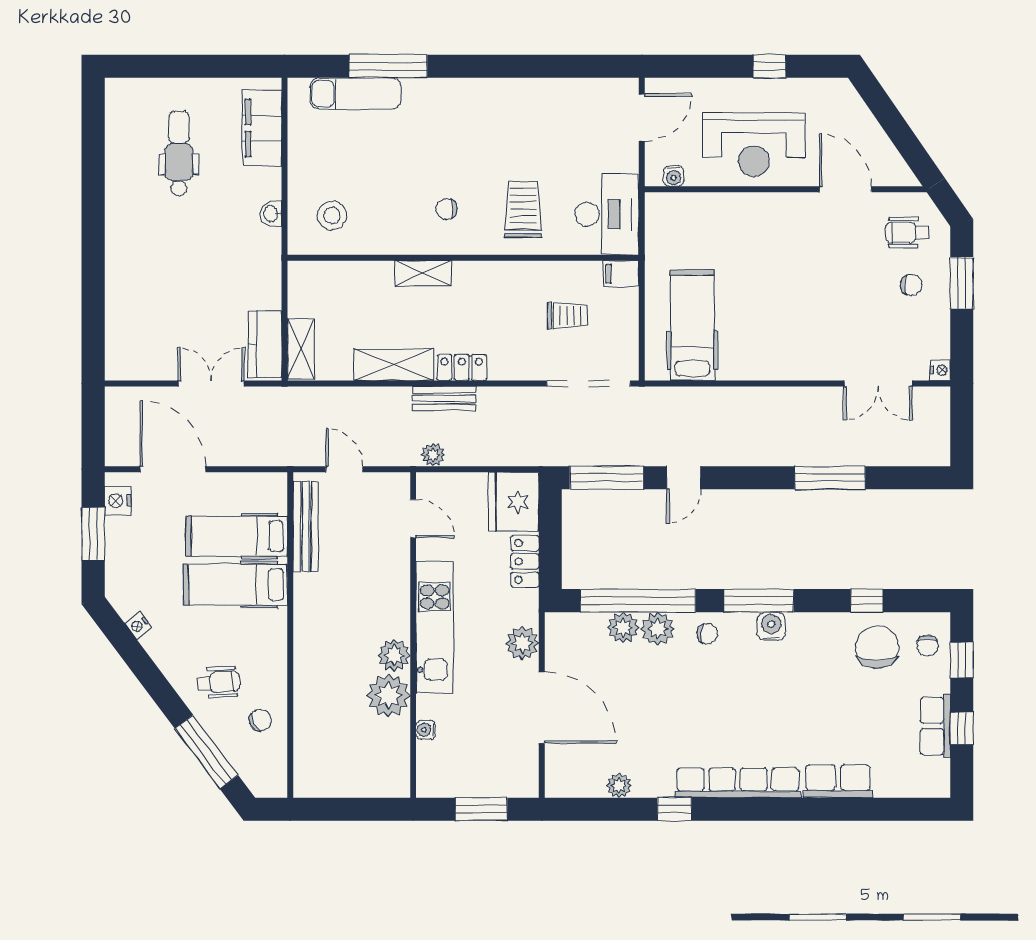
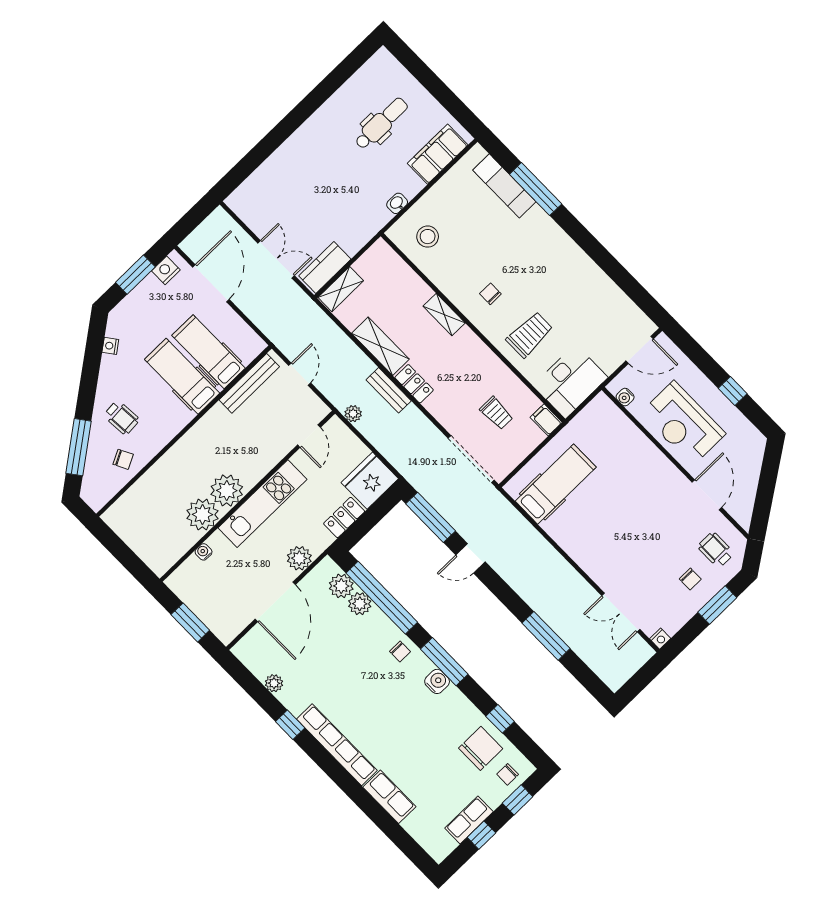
plant: (658, 629) -> (341, 586), moved
plant: (394, 655) -> (227, 491), width x1.36, depth x1.36

